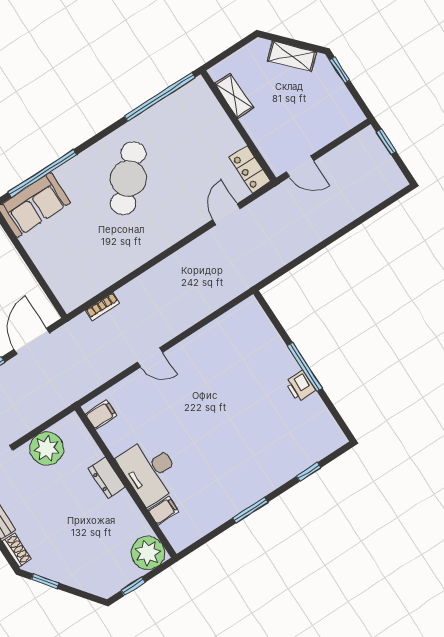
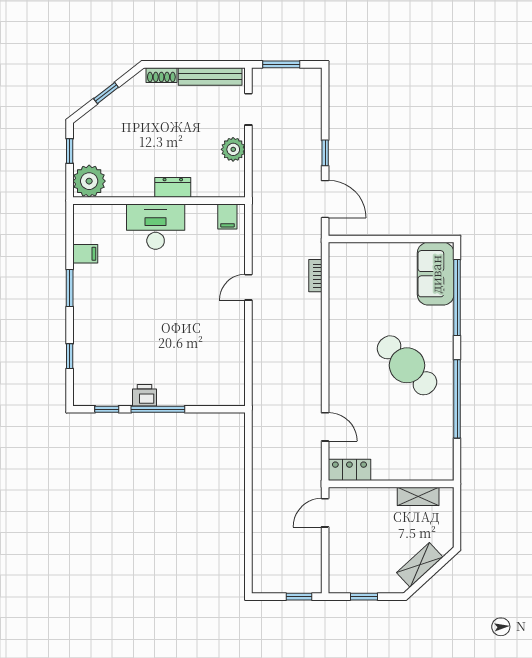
window: (340, 70) -> (364, 597), moved
window: (160, 97) -> (457, 399), moved
window: (333, 411) -> (107, 409), added
plant: (47, 449) -> (233, 149), width x0.73, depth x0.73
filing cabinet: (163, 511) -> (85, 254), moved, turned -90
window: (45, 581) -> (106, 93), moved

